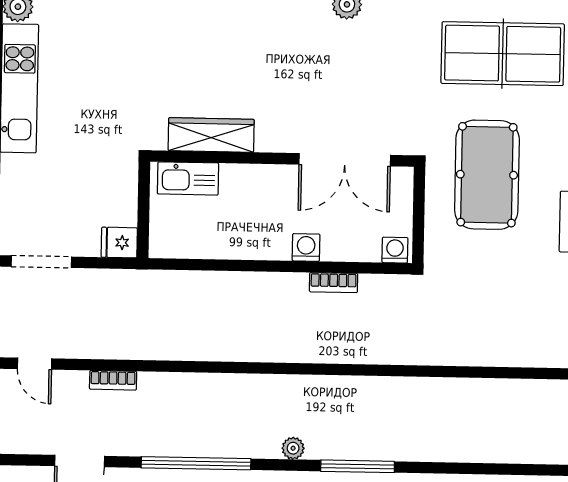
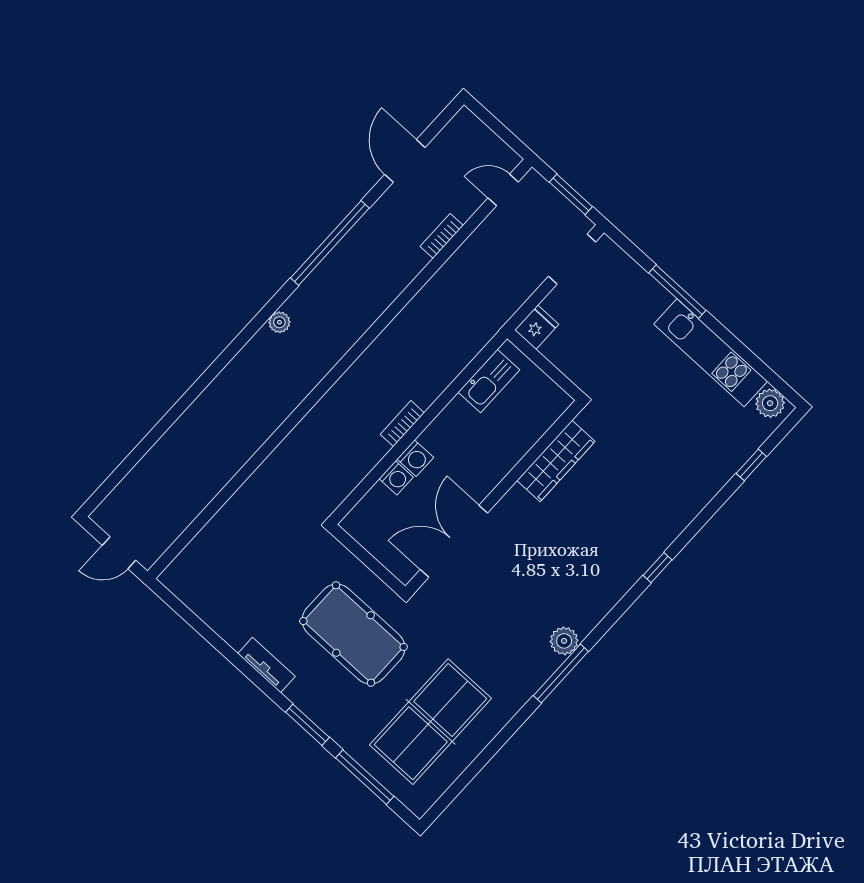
kitchen sink: (188, 178) -> (489, 381), moved, turned 180
washing machine: (395, 250) -> (396, 478), moved
bookcase: (334, 283) -> (402, 424), moved
window: (358, 466) -> (226, 357), removed

